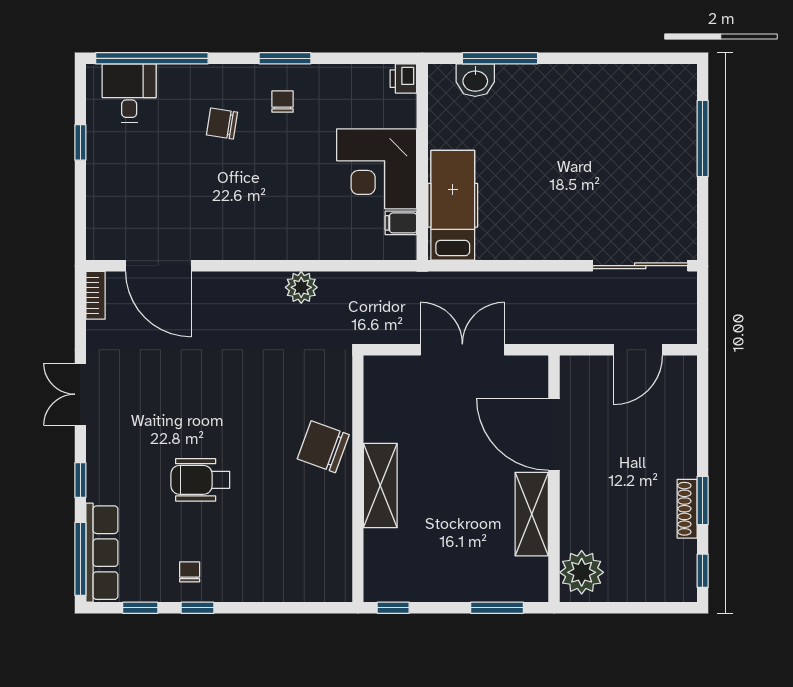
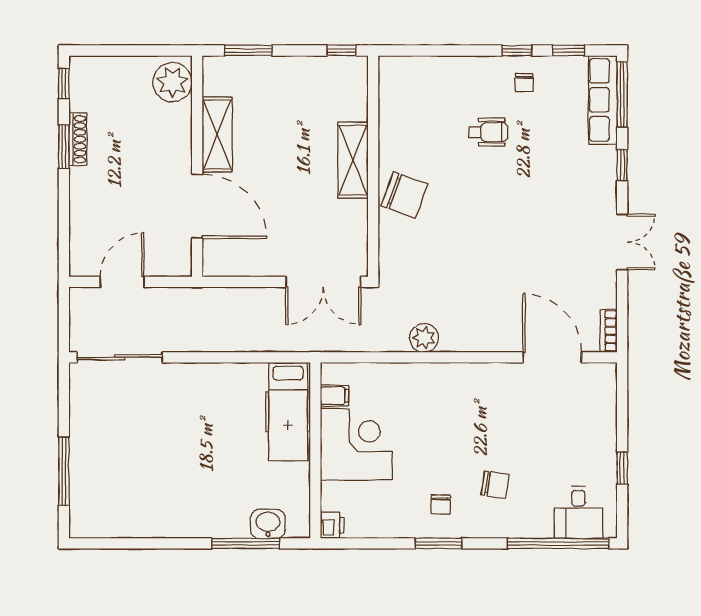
double door: (462, 350) -> (323, 282), moved
wheelchair: (200, 480) -> (488, 132), moved, width x0.73, depth x0.73

